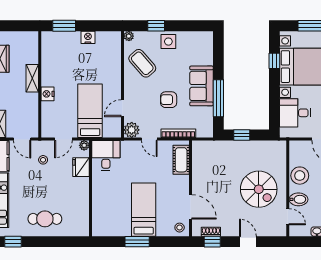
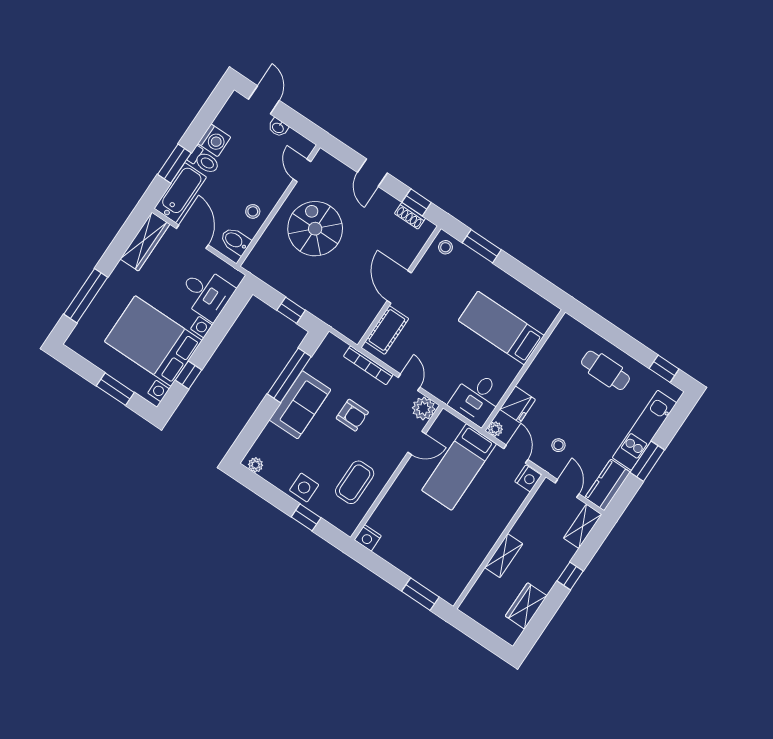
plant: (129, 36) -> (256, 465), moved
nightstand: (88, 37) -> (368, 538), moved
coffee table: (142, 63) -> (355, 482), turned 41
nightstand: (48, 94) -> (528, 478), moved
door: (63, 139) -> (516, 454), hinge flipped
stool: (300, 176) -> (253, 211), width x0.53, depth x0.53
bidet: (298, 199) -> (235, 241), moved
door: (190, 207) -> (399, 287), moved
bed: (144, 210) -> (501, 328), moved, turned 90
window: (137, 242) -> (482, 246), moved

